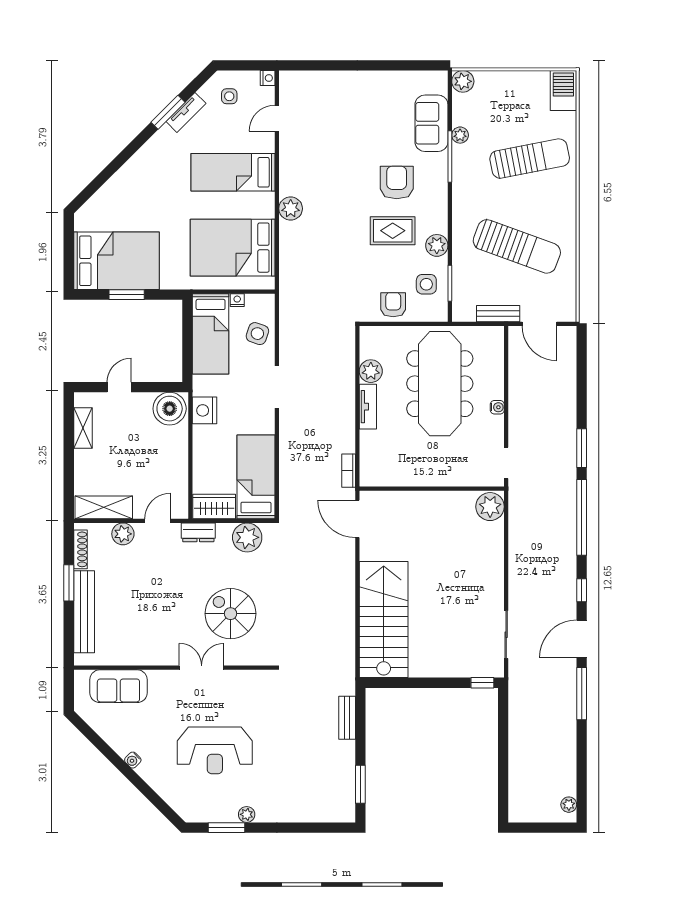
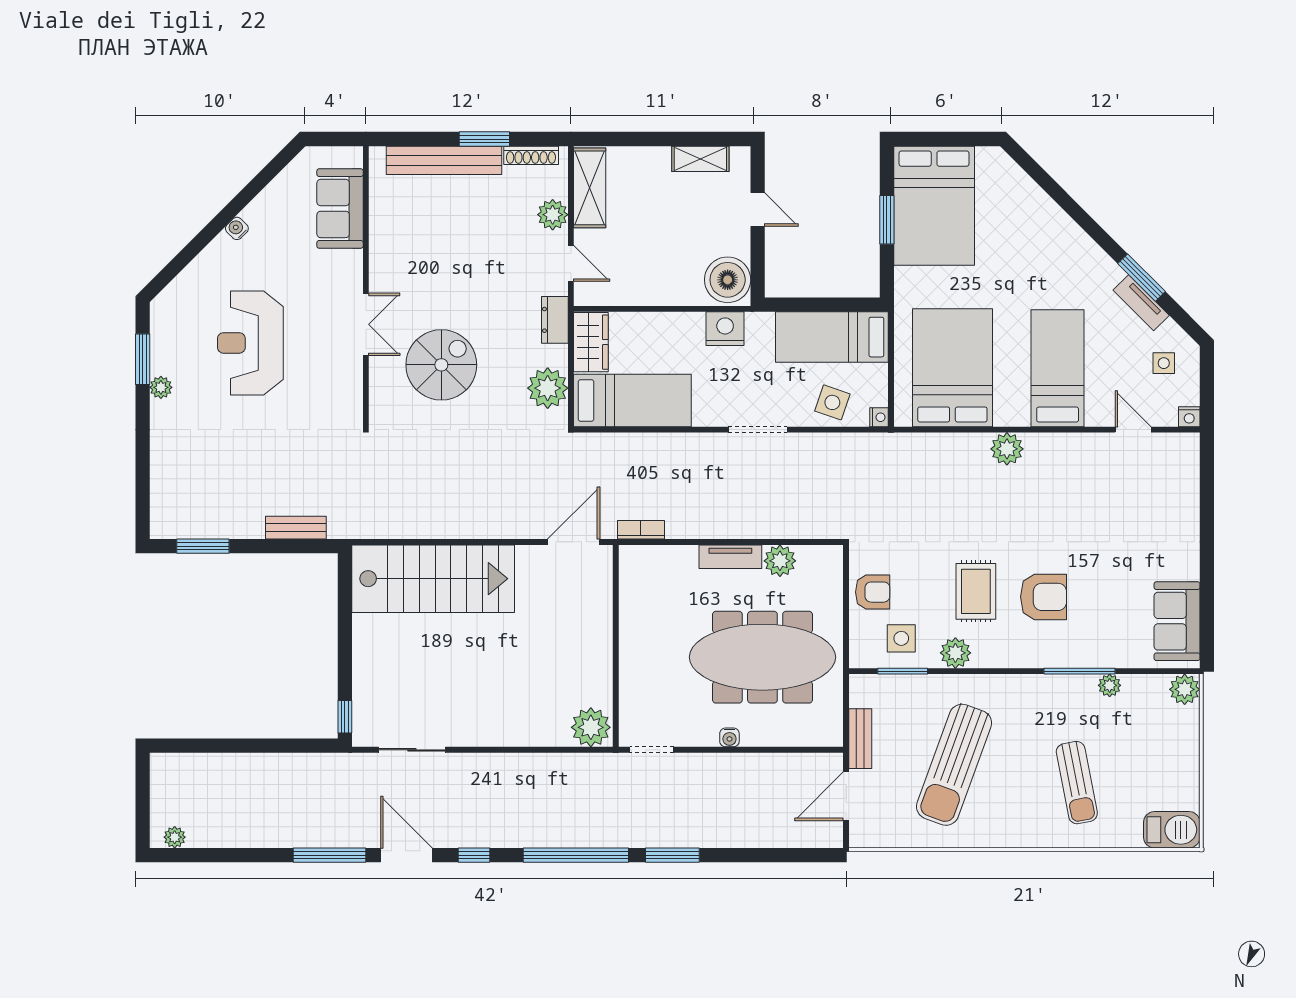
sofa: (431, 123) -> (1177, 621), moved, turned -90
sun lounger: (530, 159) -> (1077, 783), width x0.73, depth x0.75
nightstand: (237, 300) -> (879, 417), moved

